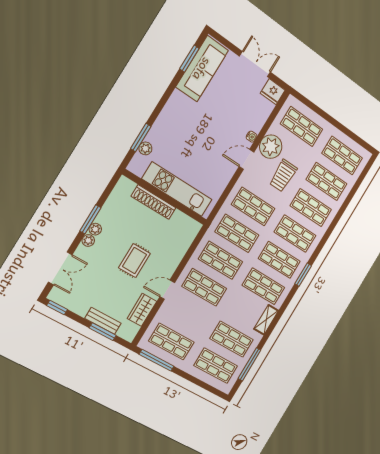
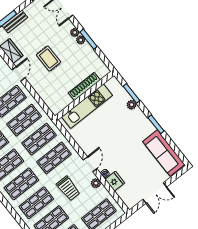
window: (189, 59) -> (156, 124), moved
fridge: (273, 92) -> (115, 181), moved, turned 90
plant: (271, 147) -> (96, 183), width x0.53, depth x0.53
plant: (145, 148) -> (132, 105), moved
trolley: (283, 176) -> (68, 188), turned 180

